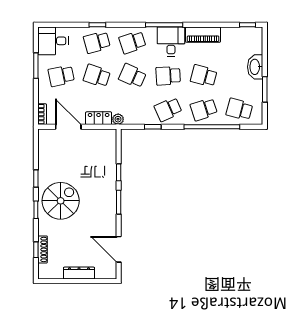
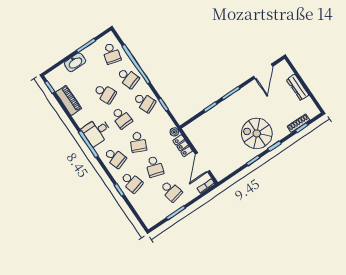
piano: (203, 35) -> (68, 100), moved
desk: (53, 41) -> (151, 213), removed
school desk: (204, 76) -> (105, 93), turned -39

